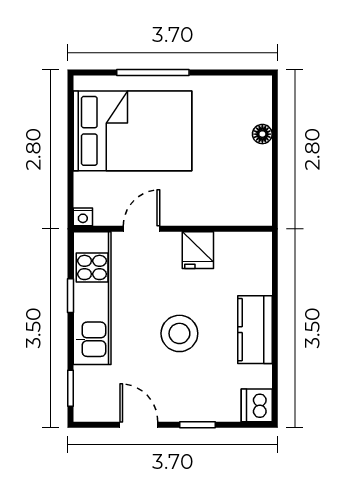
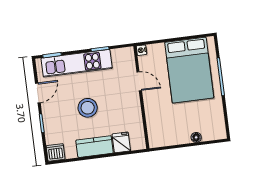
fridge: (198, 250) -> (121, 142), moved, turned 90
kitchen unit: (92, 298) -> (77, 63), moved

